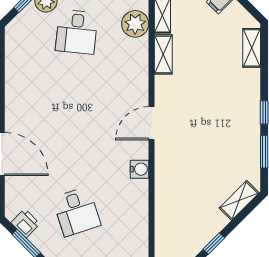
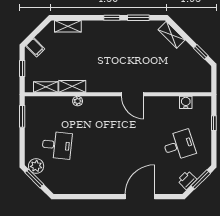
plant: (135, 24) -> (78, 101), moved, width x0.53, depth x0.53
door: (151, 123) -> (133, 94), moved
water cooler: (139, 169) -> (186, 102), moved

